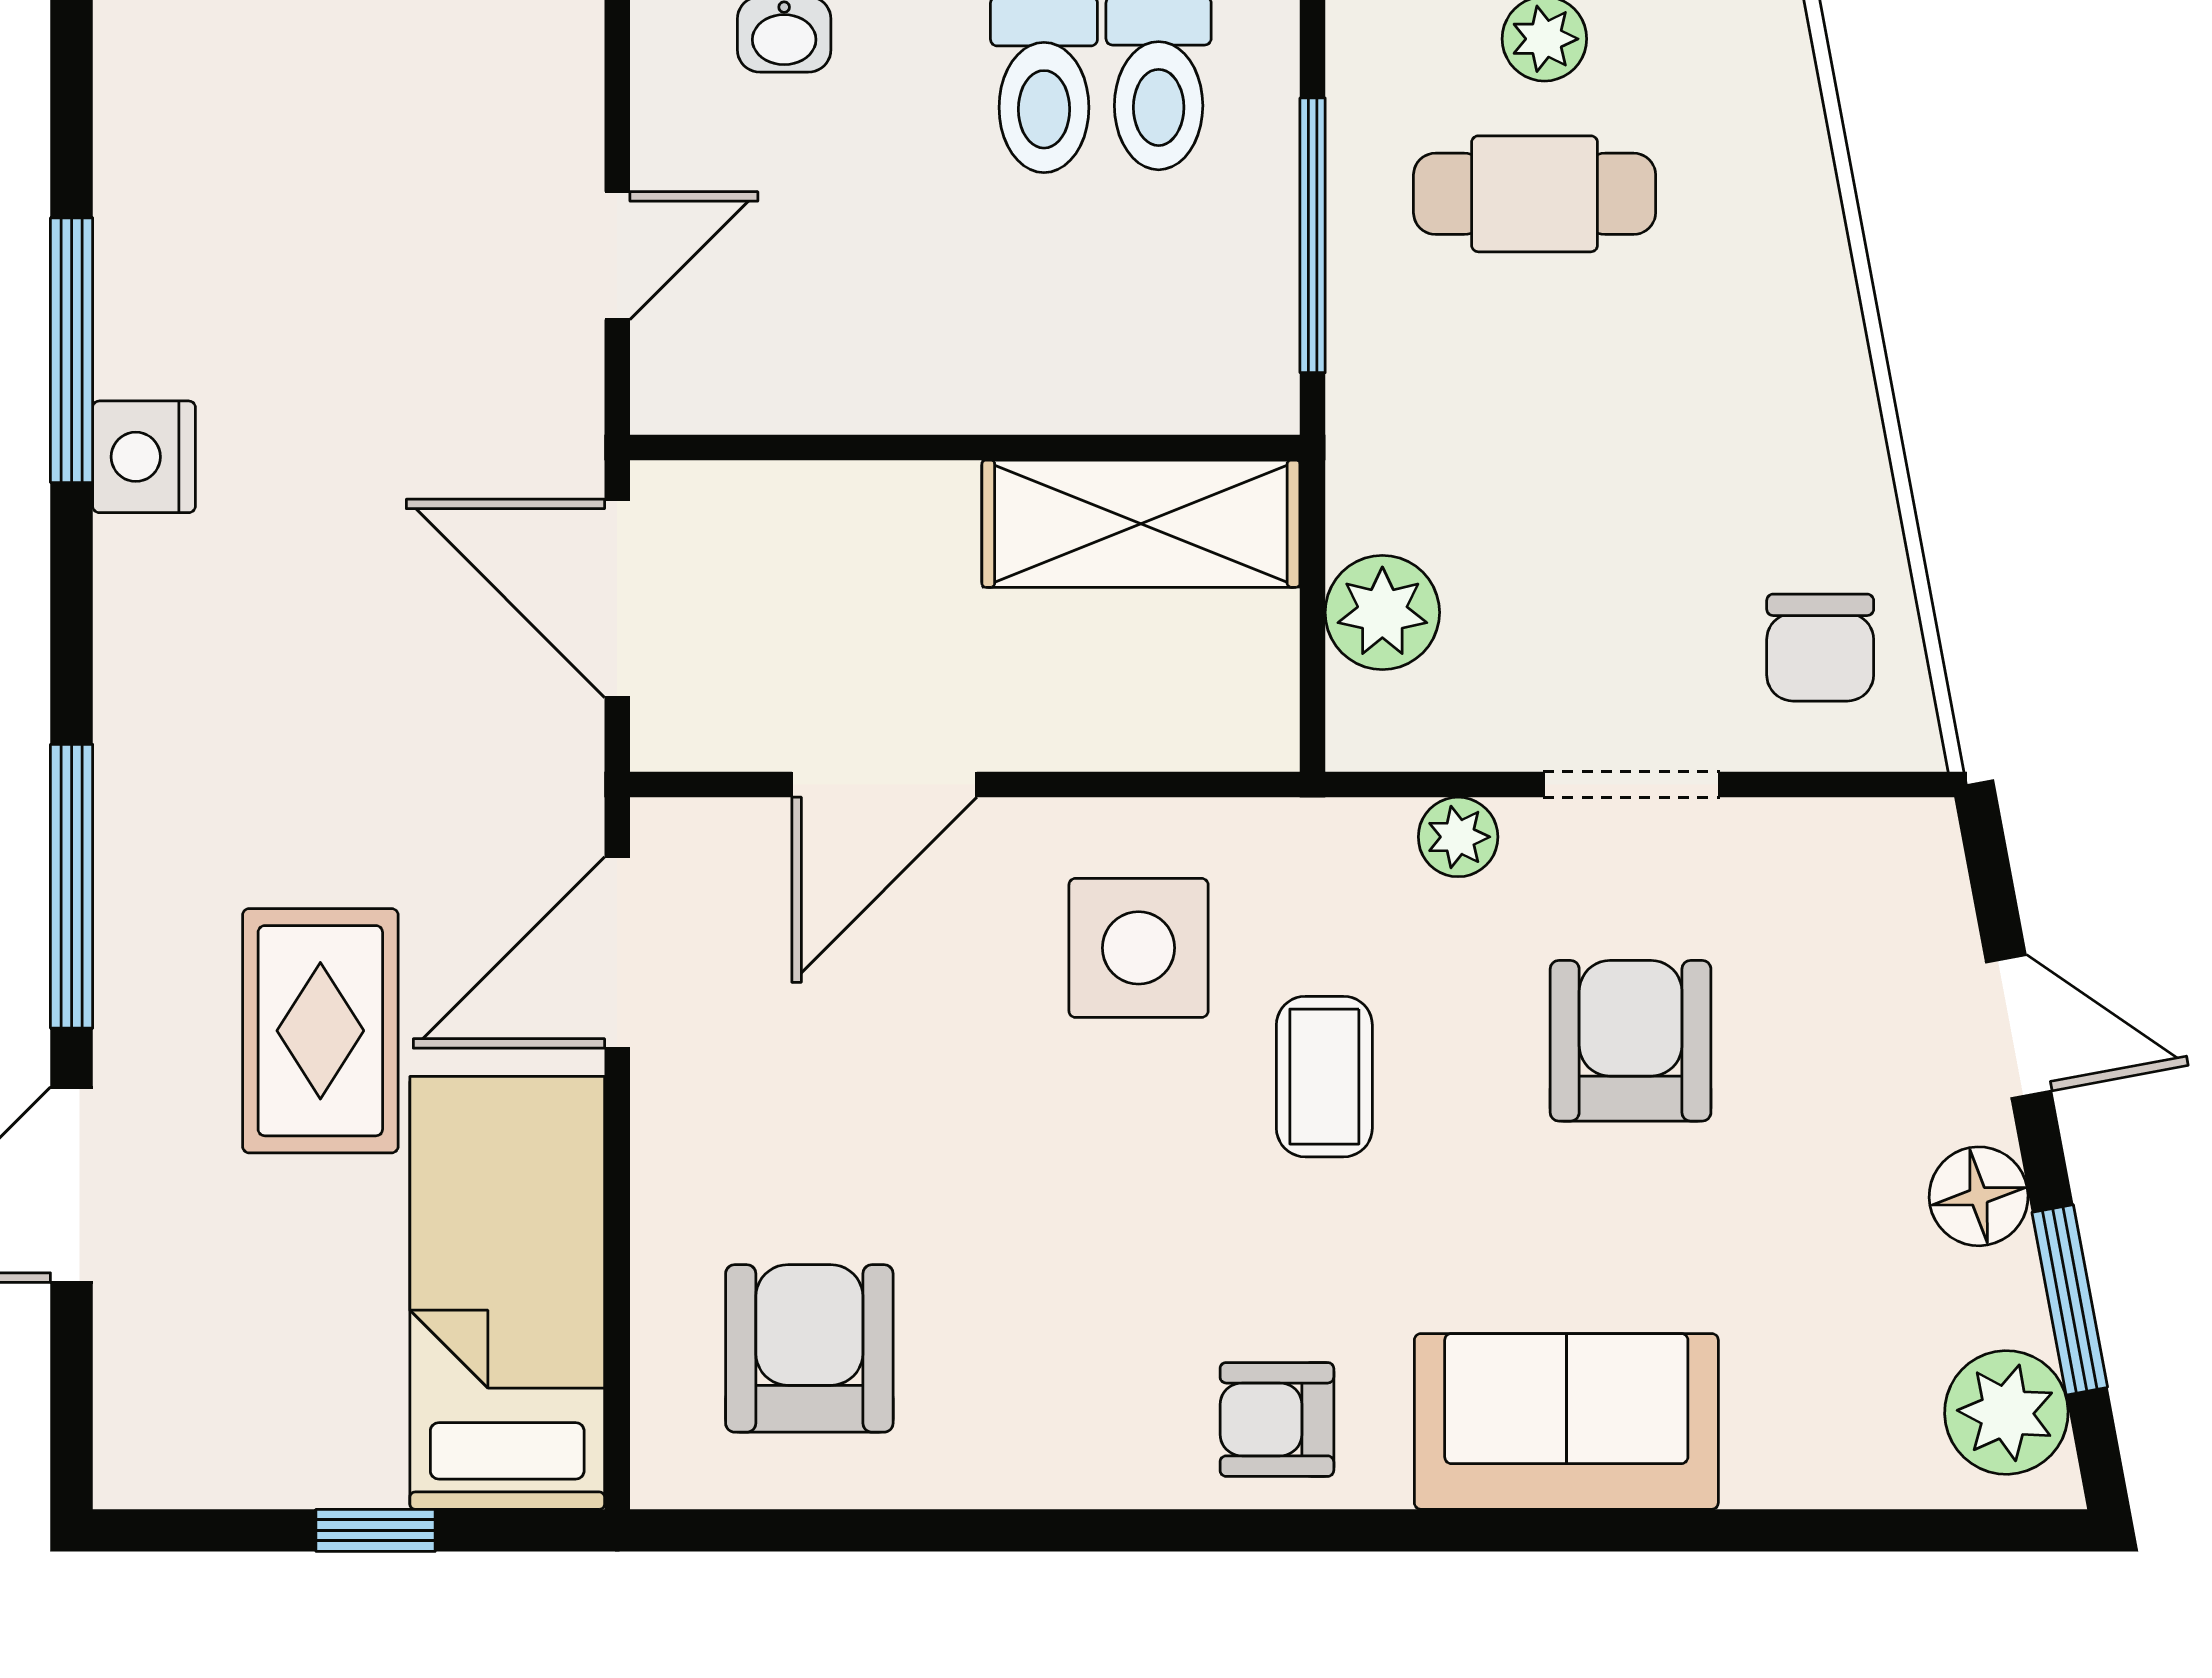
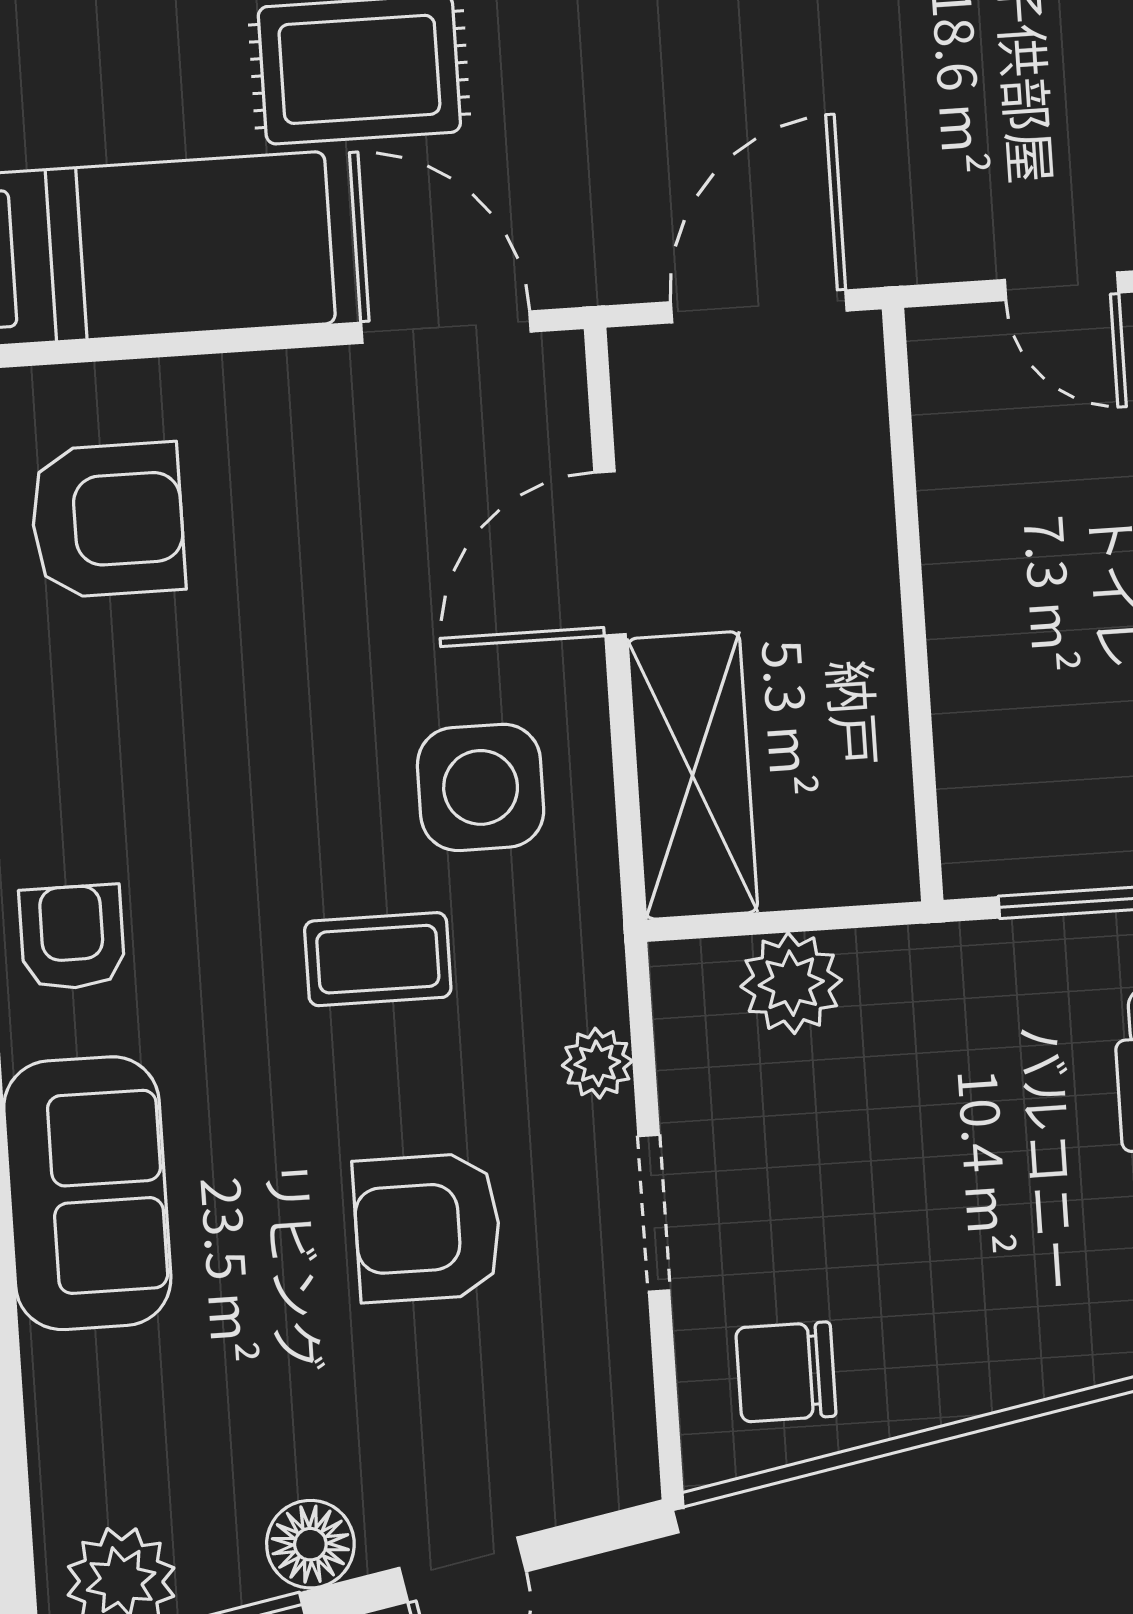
shelving: (1141, 524) -> (692, 775), moved
door: (884, 785) -> (610, 553), hinge flipped
armchair: (1631, 1041) -> (427, 1228), turned 180

